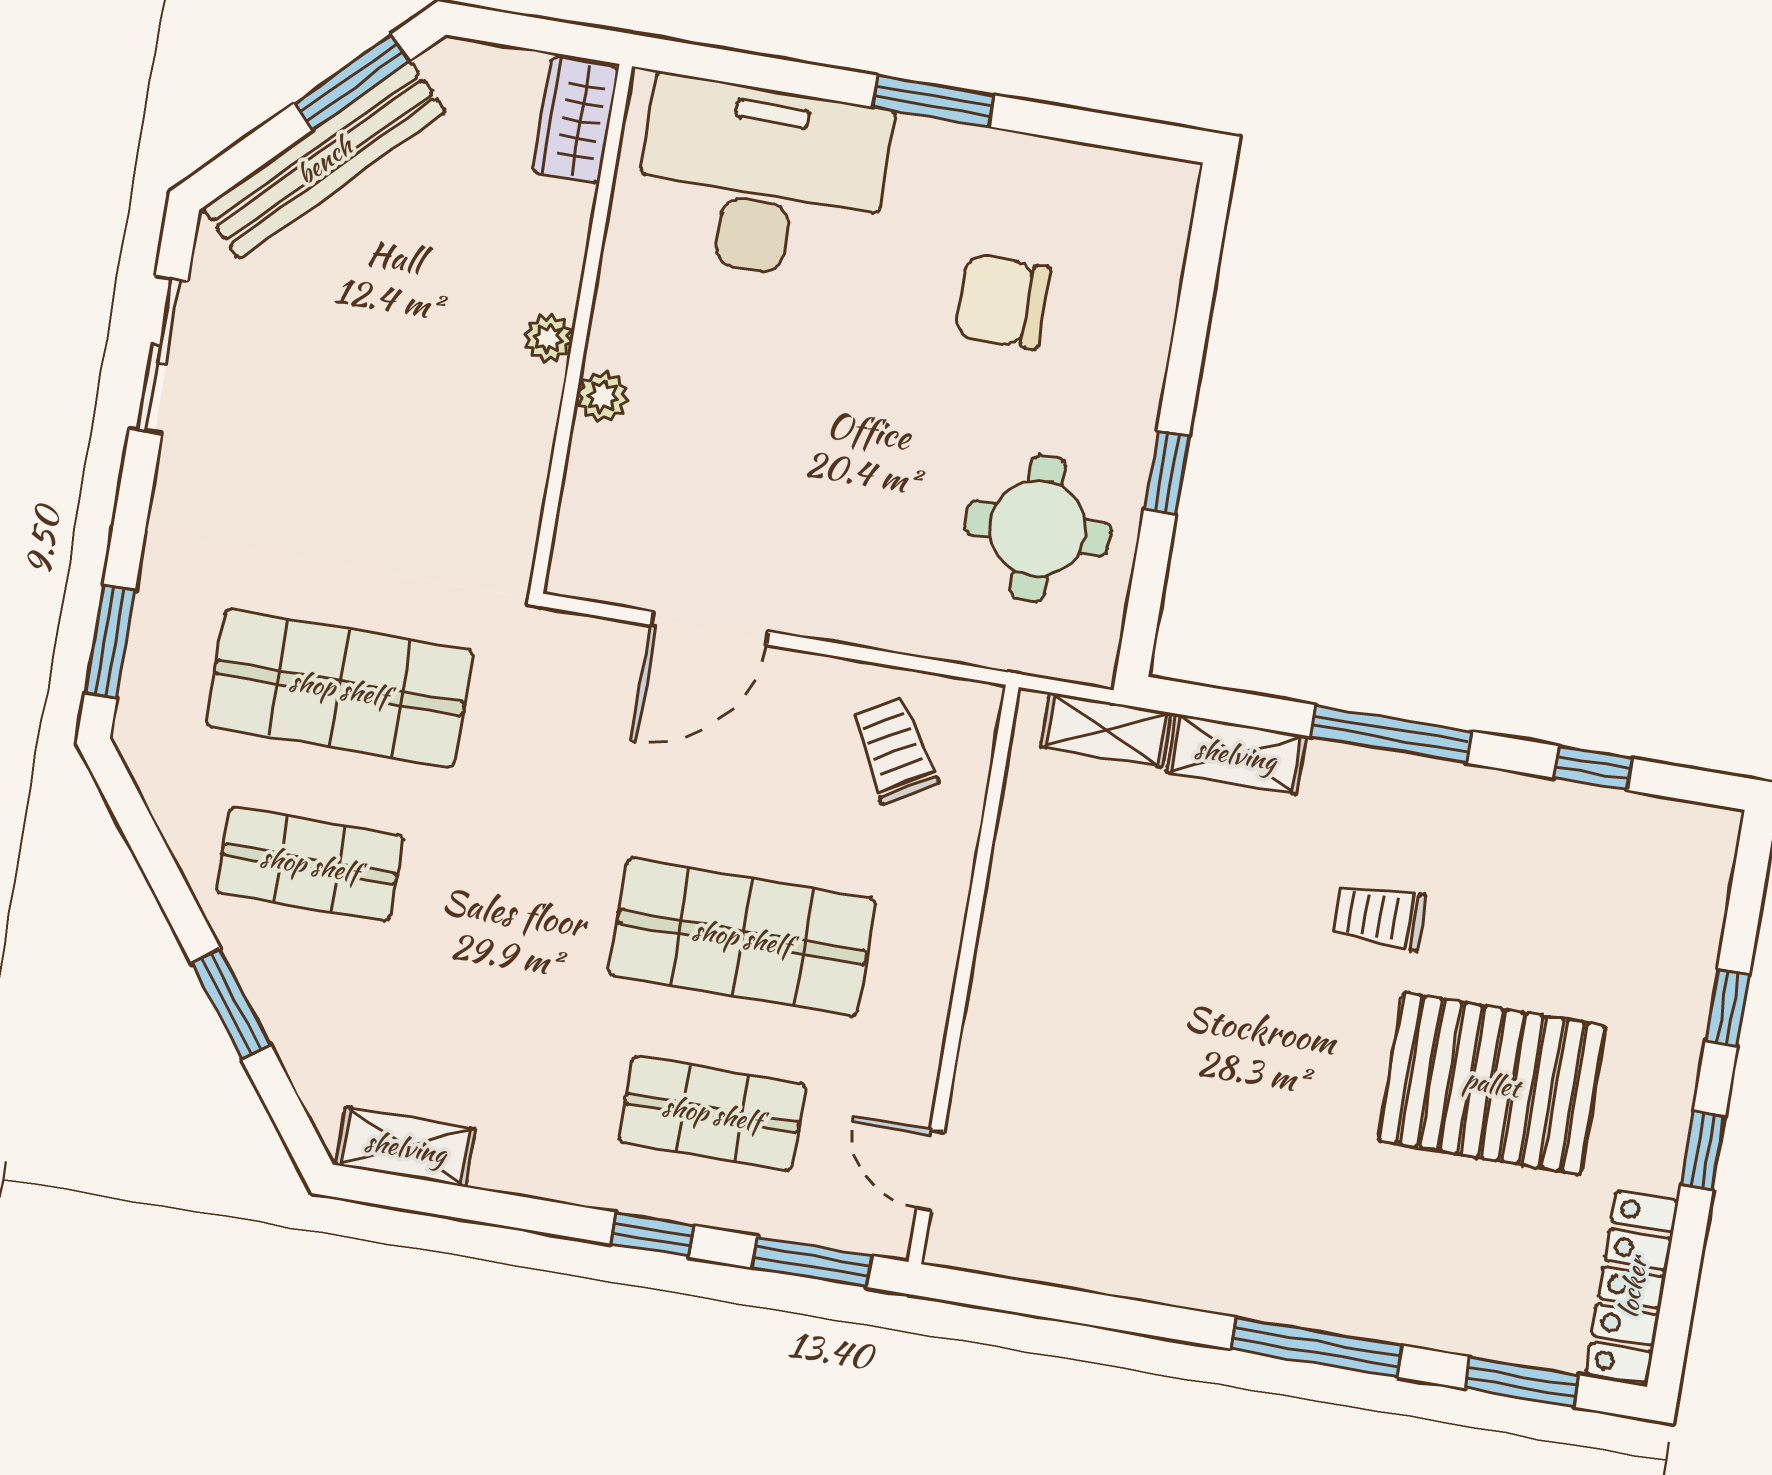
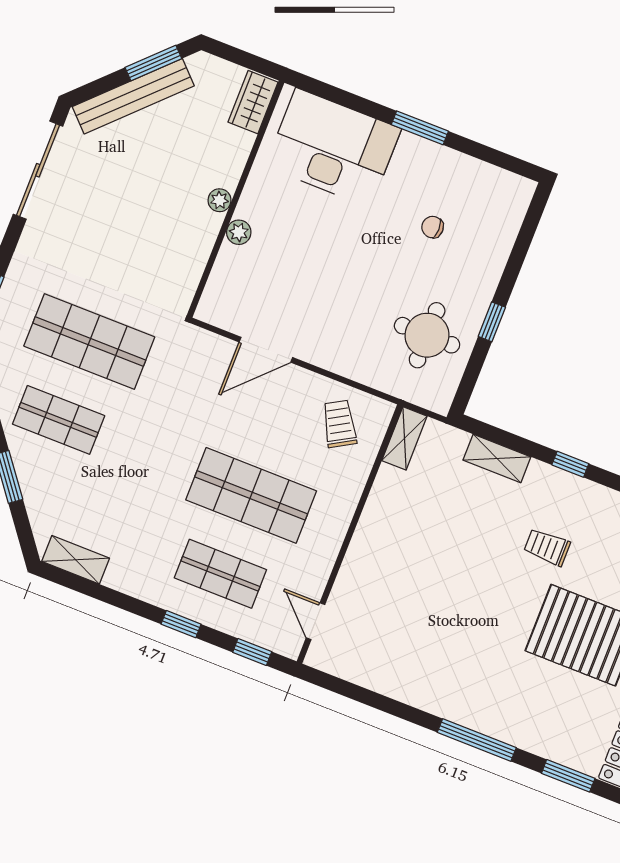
chair: (1002, 301) -> (433, 227), width x0.54, depth x0.54
sliding door: (159, 355) -> (38, 170), width x1.37
shelving: (1106, 730) -> (404, 438), moved, turned 90
window: (1391, 734) -> (570, 464), width x0.46
window: (812, 1262) -> (252, 652), width x0.67

